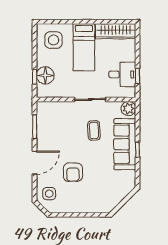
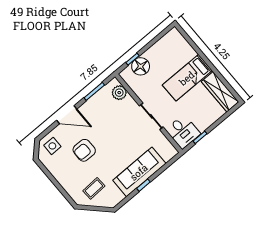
side table: (54, 40) -> (173, 50), removed
desk: (122, 74) -> (183, 132), moved
plant: (128, 109) -> (119, 93), moved
coffee table: (94, 130) -> (94, 188), moved

